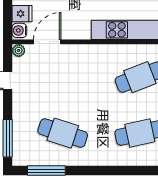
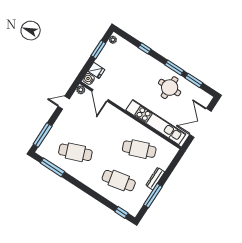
door: (47, 42) -> (100, 95), swing flipped
cafe table: (63, 133) -> (75, 152), turned -39

